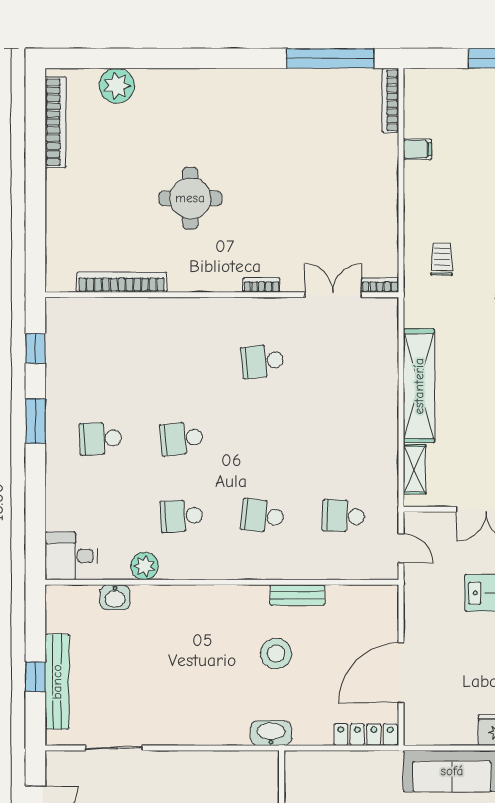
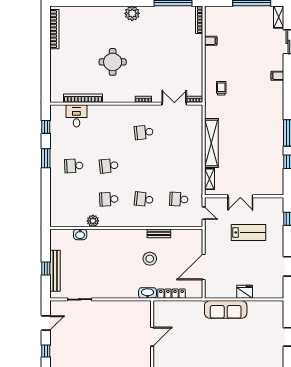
plant: (117, 86) -> (132, 13), moved
desk: (71, 556) -> (76, 116), moved, turned 90
locker: (366, 735) -> (171, 294), moved

